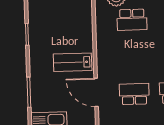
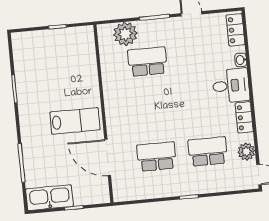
school desk: (132, 20) -> (147, 62), turned 180
lab bench: (73, 62) -> (75, 121), turned 180

